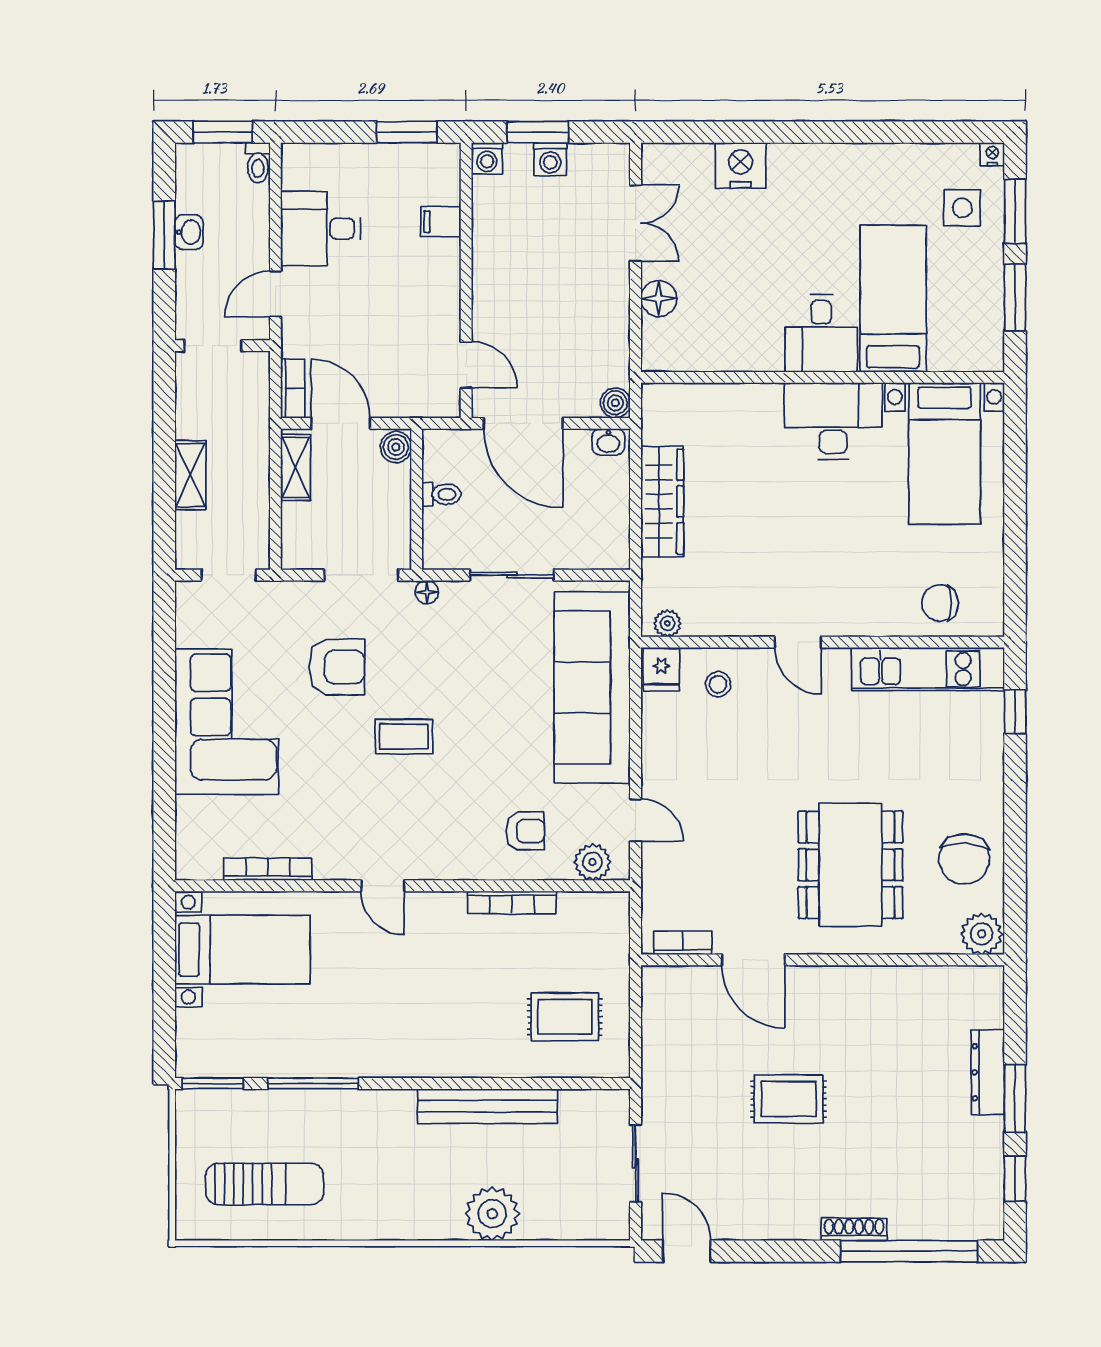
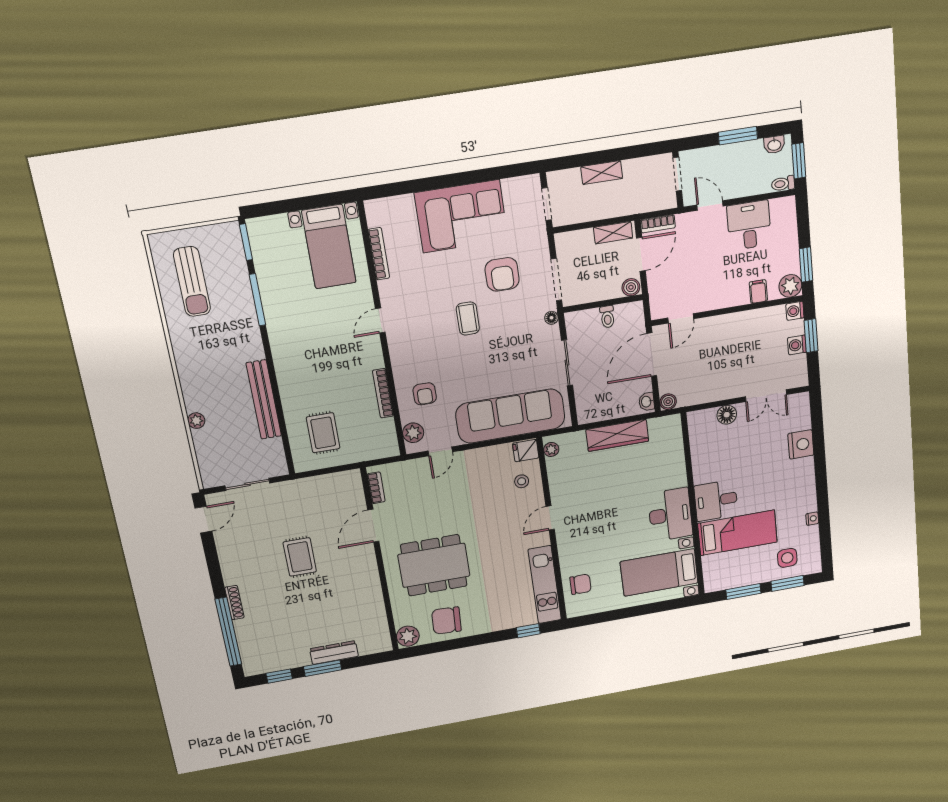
nightstand: (992, 154) -> (812, 519), moved
plant: (440, 163) -> (790, 286), added
washbasin: (189, 232) -> (774, 145), moved
chair: (940, 603) -> (580, 584), turned 90
plant: (492, 1214) -> (196, 421), width x0.53, depth x0.53

